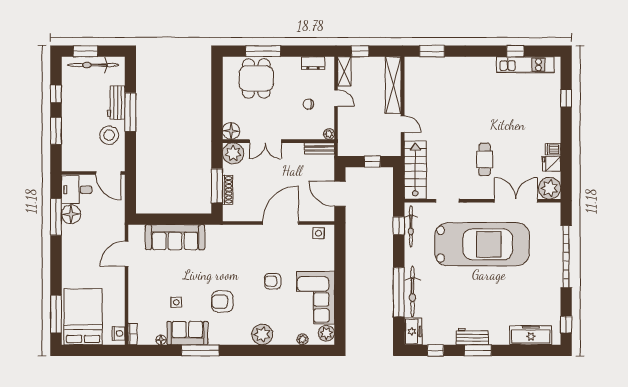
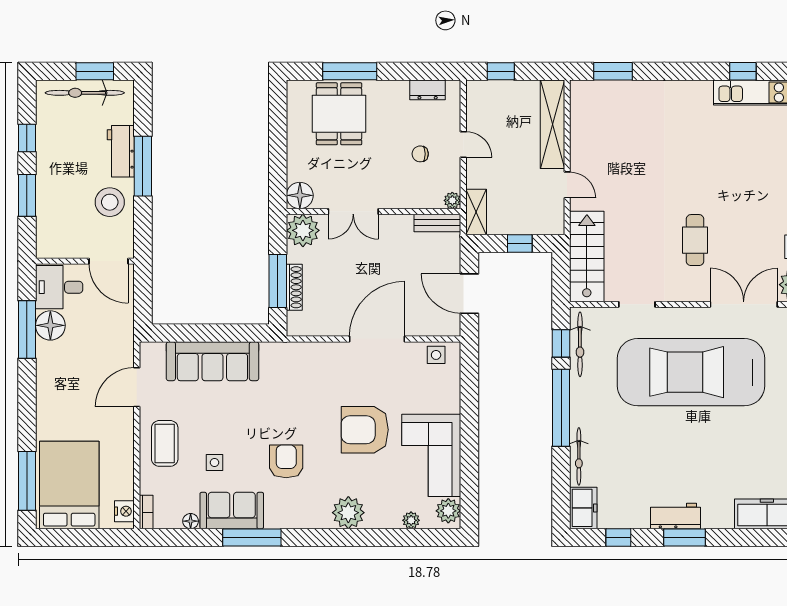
window: (85, 51) -> (95, 71), moved
shelving: (344, 71) -> (476, 212), moved
car: (482, 244) -> (691, 372), turned 180
armchair: (273, 281) -> (365, 430), width x1.88, depth x1.88
coffee table: (144, 290) -> (165, 443), added
window: (399, 292) -> (561, 408), moved
bicycle: (413, 292) -> (579, 456), width x0.73, depth x0.71
armchair: (222, 302) -> (286, 461), turned 90

